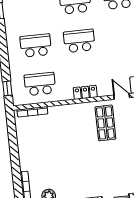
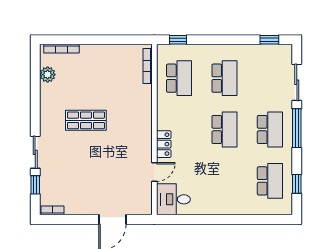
locker: (85, 92) -> (164, 144), moved
shop shelf: (105, 123) -> (86, 120), moved

